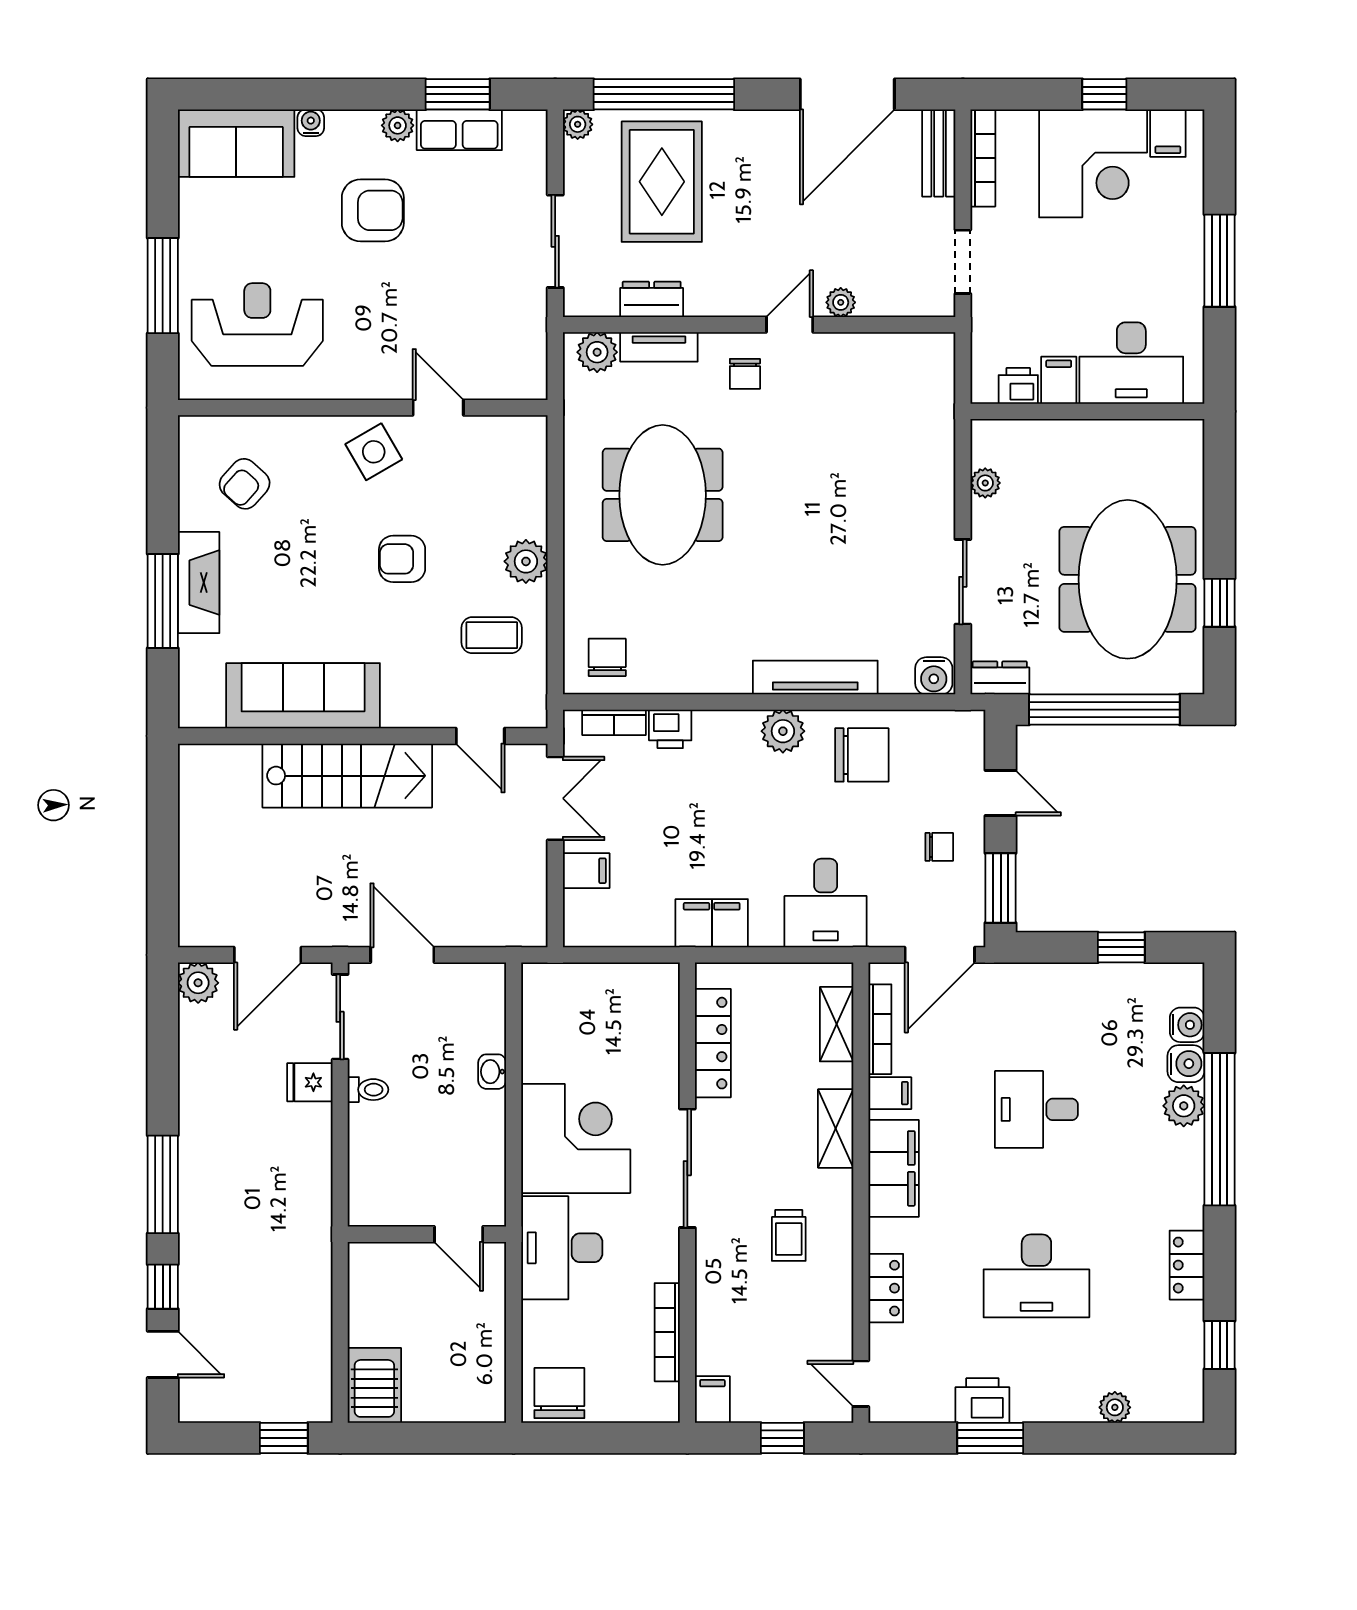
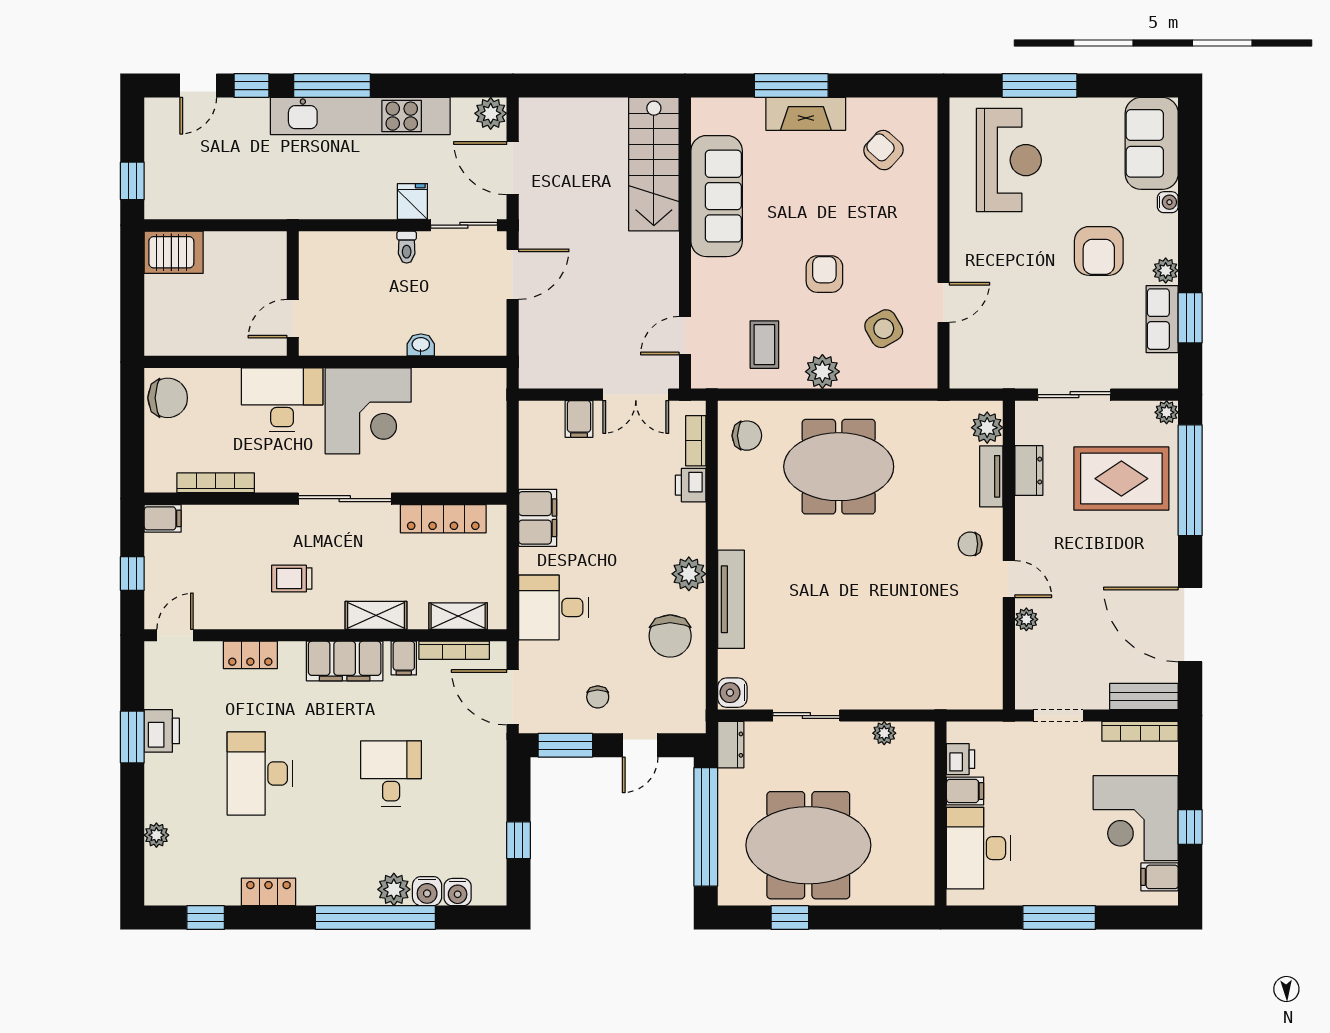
side table: (374, 452) -> (884, 329), moved
meeting table: (663, 495) -> (839, 467), moved
stairs: (347, 776) -> (654, 164), moved
kitchen unit: (201, 1148) -> (360, 116), added

